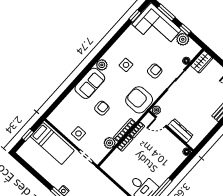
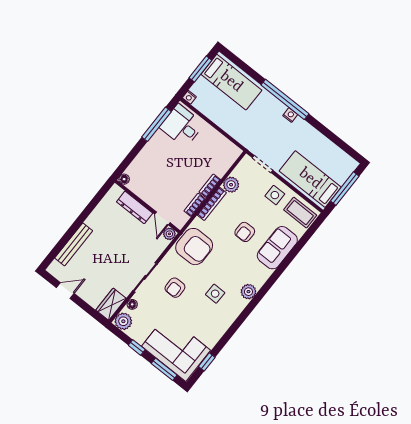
plant: (183, 39) -> (123, 321), moved
sofa: (90, 83) -> (277, 248), moved
coffee table: (61, 120) -> (300, 213), added
door: (161, 122) -> (162, 218), swing flipped
window: (28, 135) -> (345, 189), width x2.17

